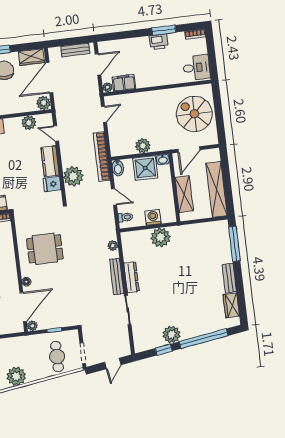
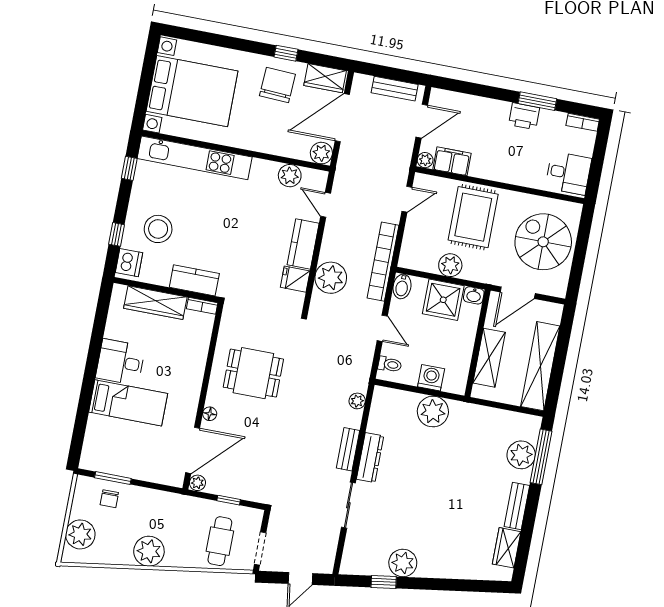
rug: (147, 112) -> (473, 217), added
plant: (222, 247) -> (521, 455), added
bench: (117, 276) -> (348, 449), width x0.73
window: (204, 339) -> (449, 585), removed

